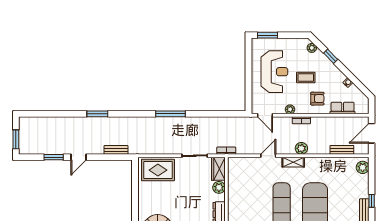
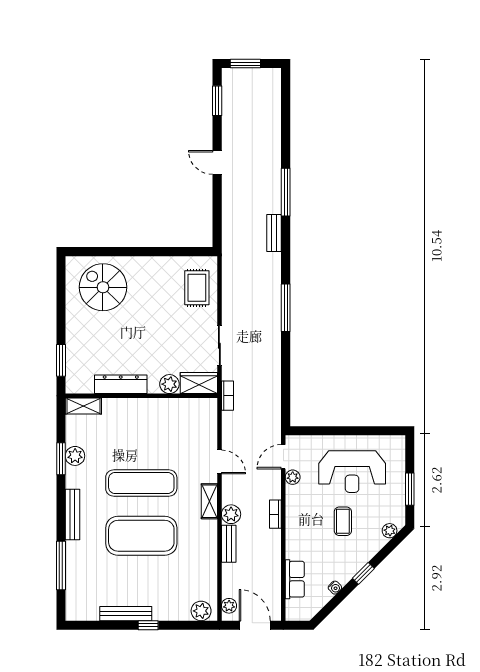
window: (267, 35) -> (410, 489), moved
window: (331, 56) -> (363, 573), moved
armchair: (317, 99) -> (310, 539), removed
plant: (290, 109) -> (293, 477), moved
window: (97, 114) -> (286, 192), width x1.44
bench: (116, 150) -> (274, 233), moved
bench: (342, 150) -> (229, 544), moved
plant: (359, 150) -> (229, 606), added
window: (54, 157) -> (217, 101), moved
rug: (158, 170) -> (197, 288), width x0.73, depth x0.70

